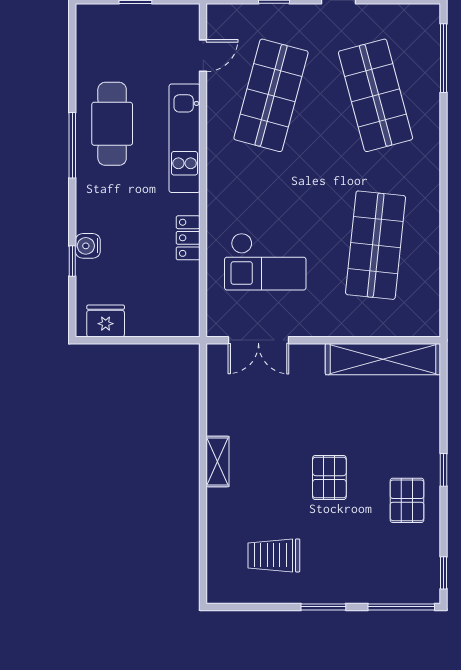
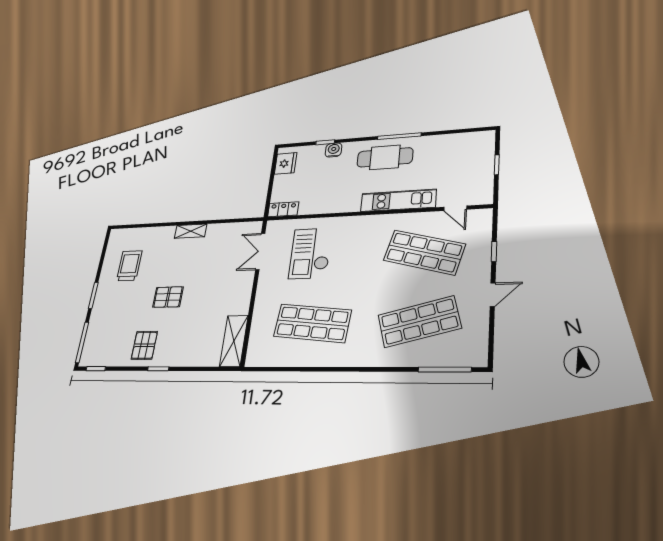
cafe table: (112, 124) -> (385, 157), moved
locker: (188, 238) -> (283, 209), moved
shelving: (383, 359) -> (234, 341), width x0.68
pallet: (407, 500) -> (144, 345), turned 90

